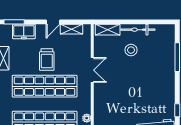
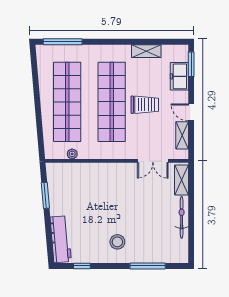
stool: (131, 50) -> (117, 242), moved
trolley: (47, 60) -> (145, 105), turned 180
double door: (92, 70) -> (153, 161), moved

